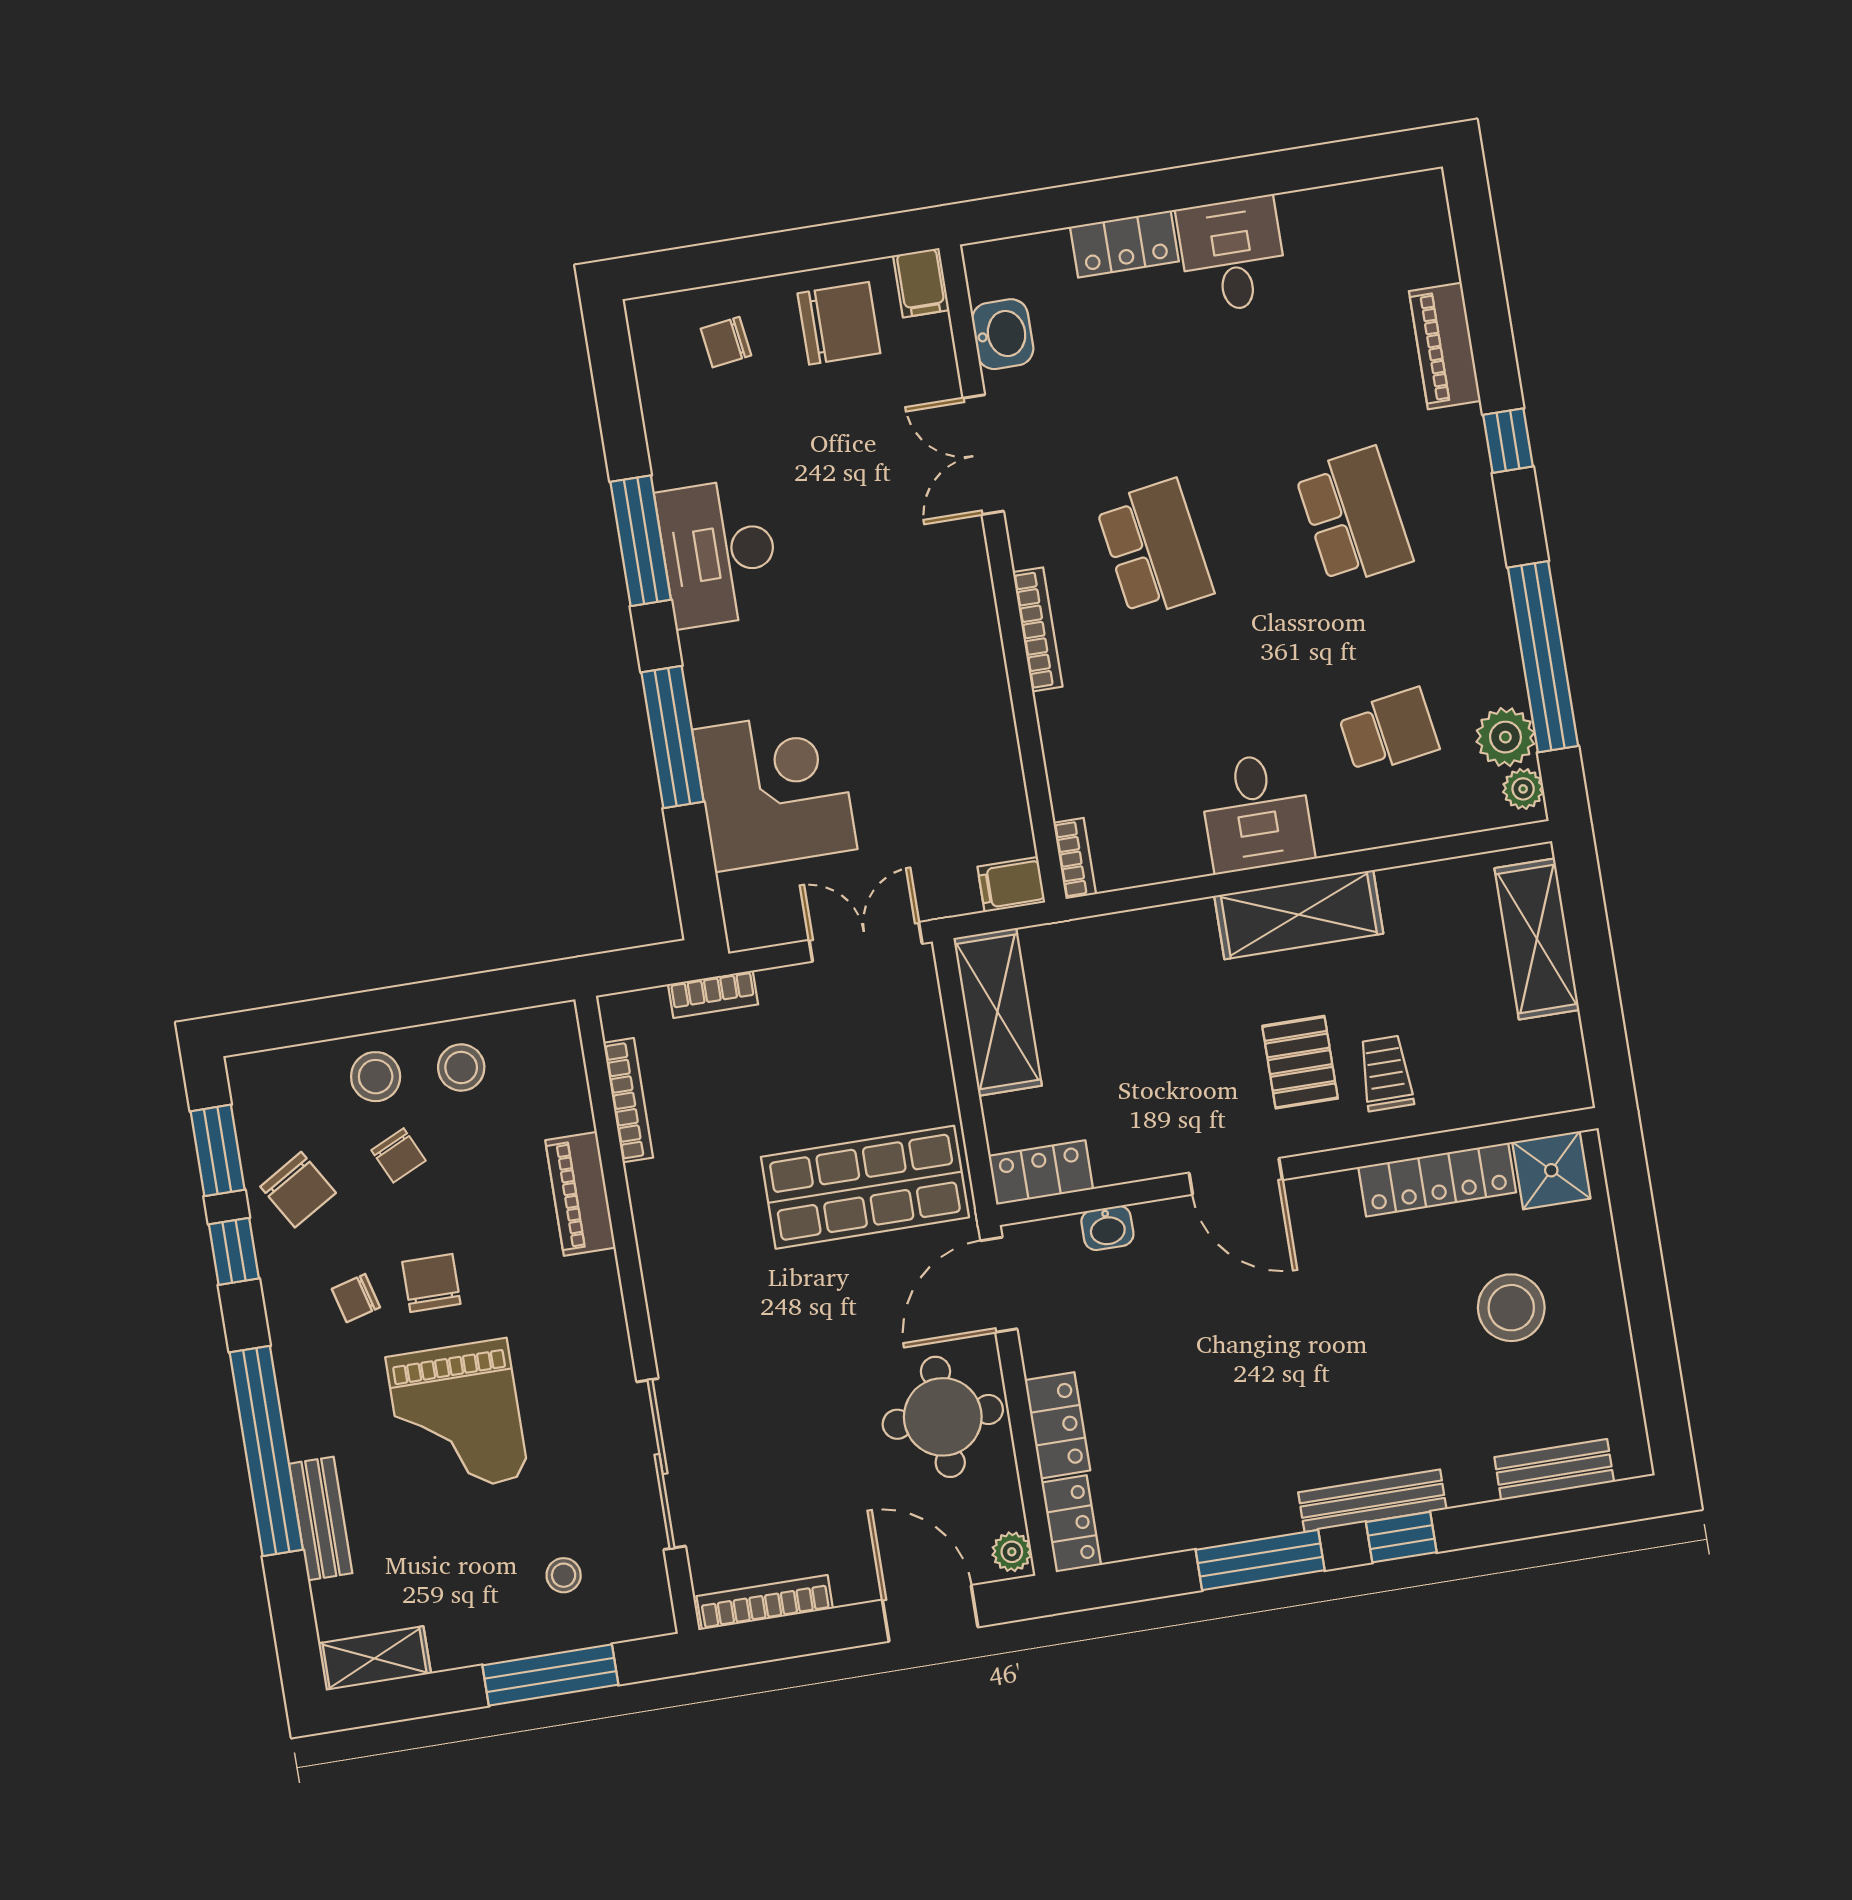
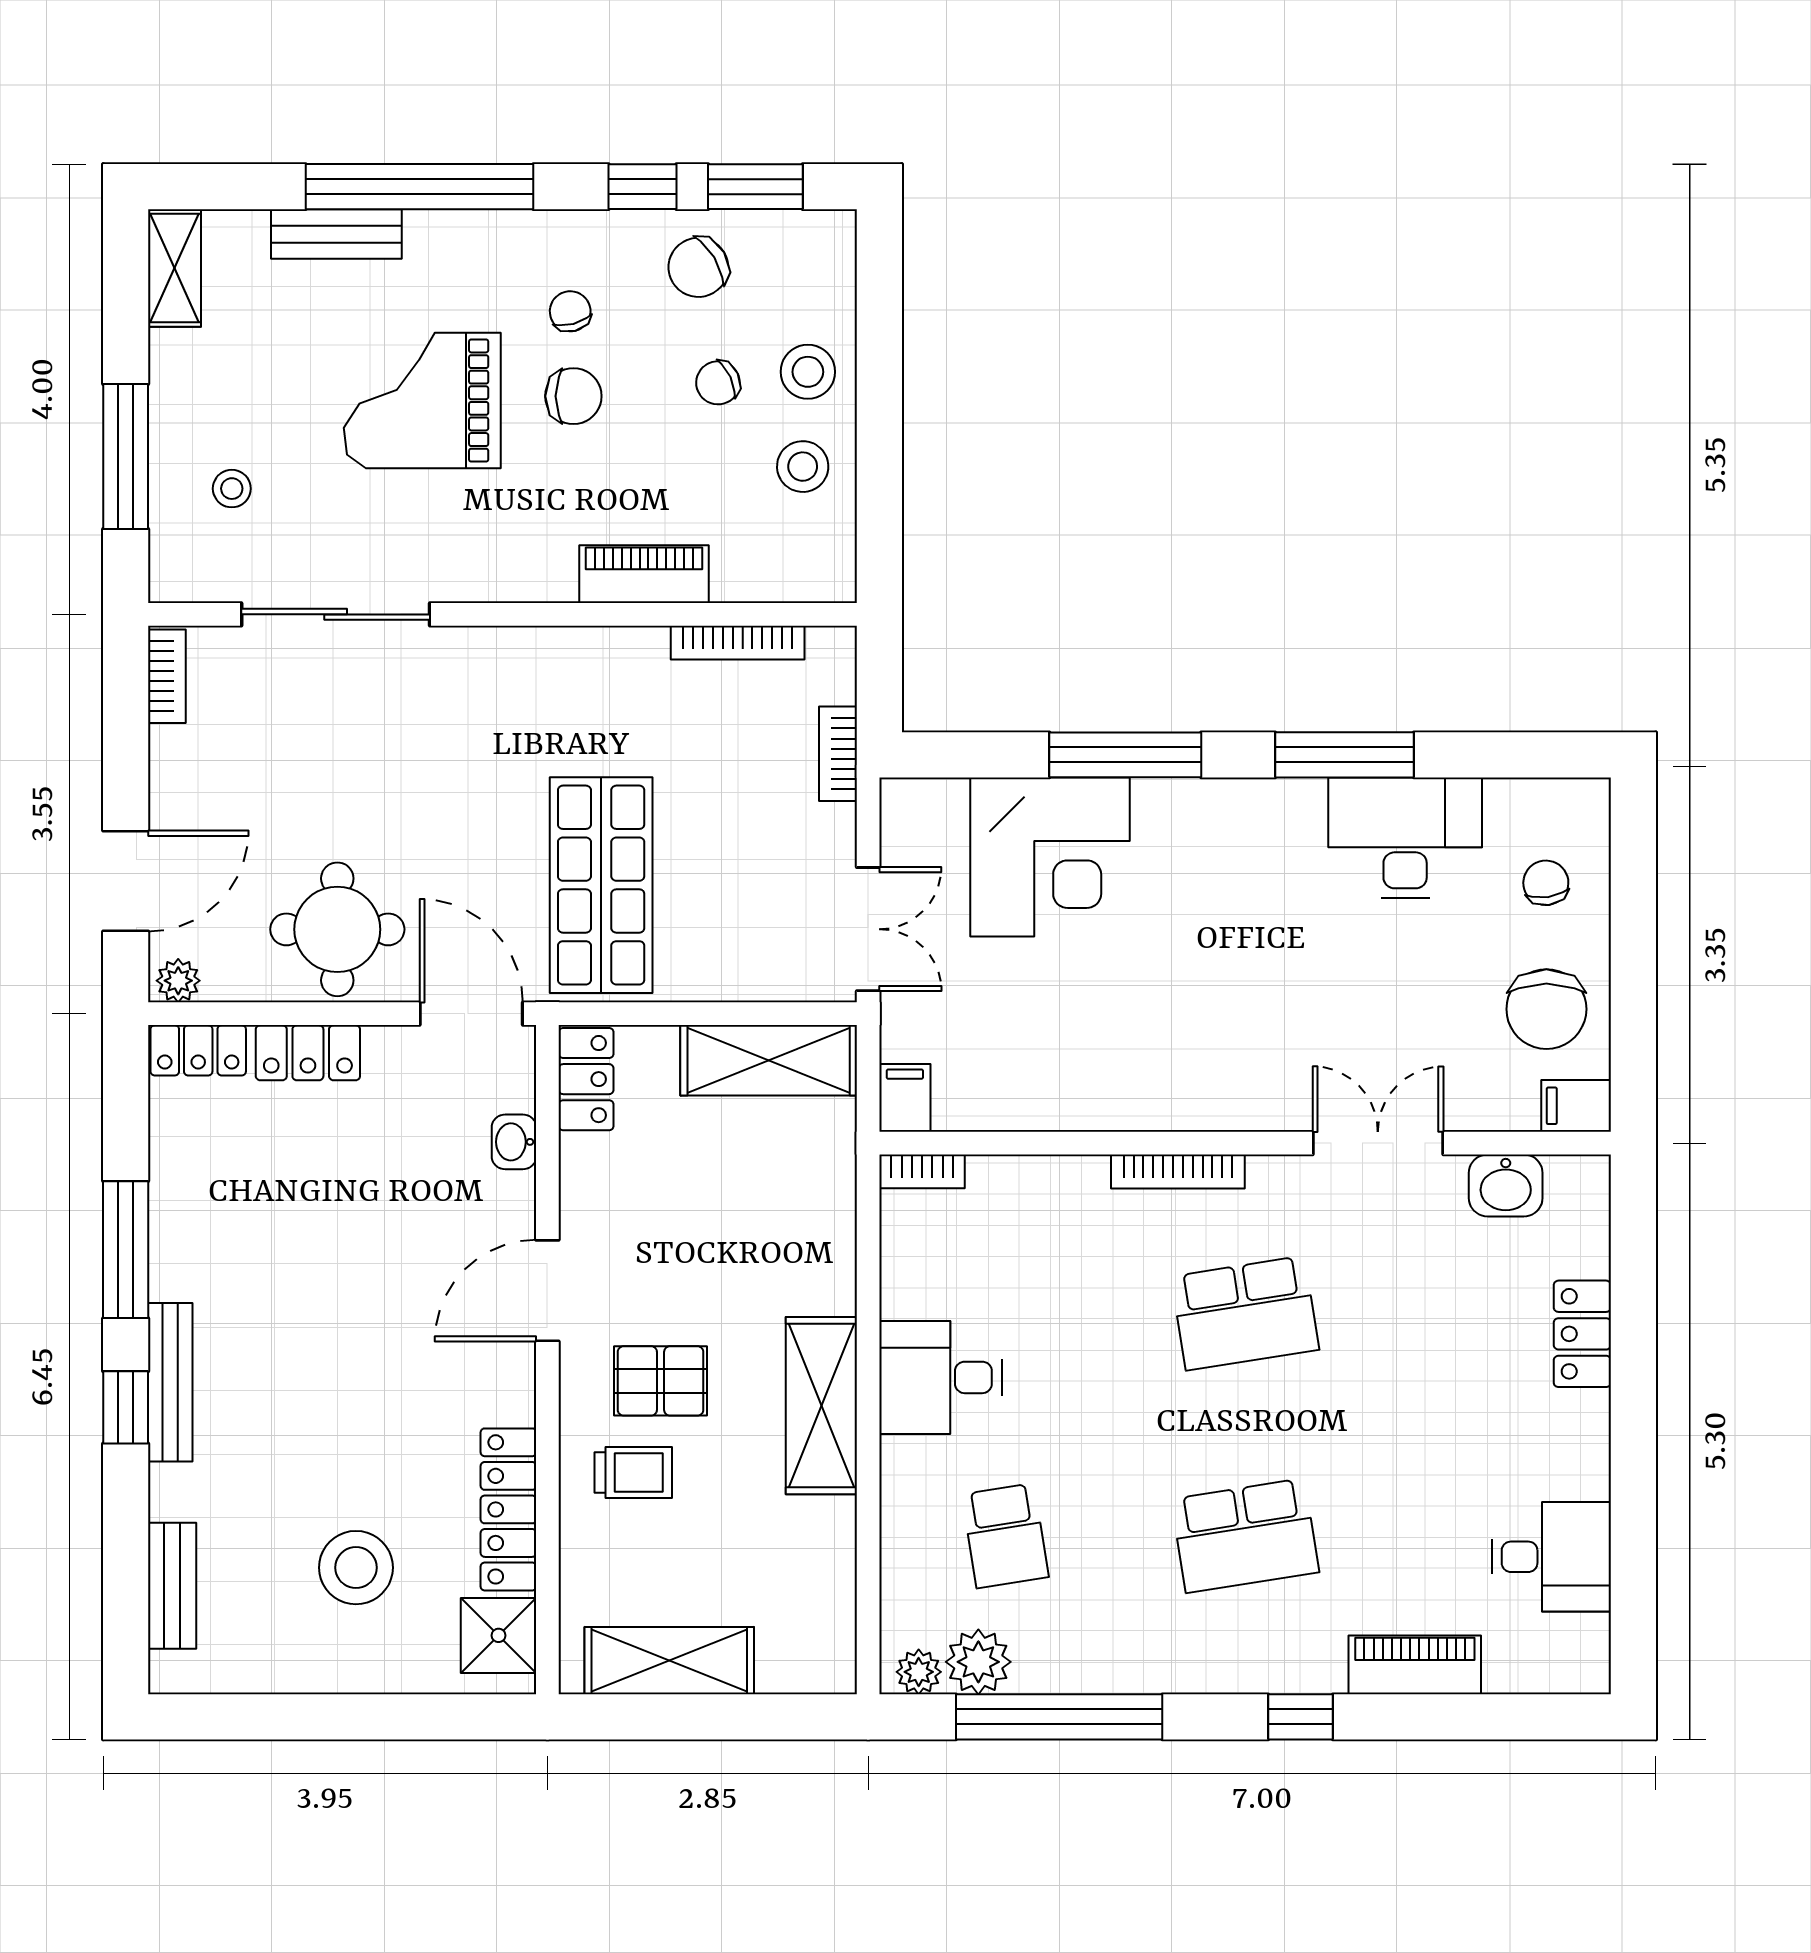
desk: (1232, 255) -> (1552, 1557), moved
desk: (719, 553) -> (1405, 838), moved
shelving: (1537, 939) -> (669, 1661), moved
bookcase: (765, 1602) -> (167, 676), width x0.64

